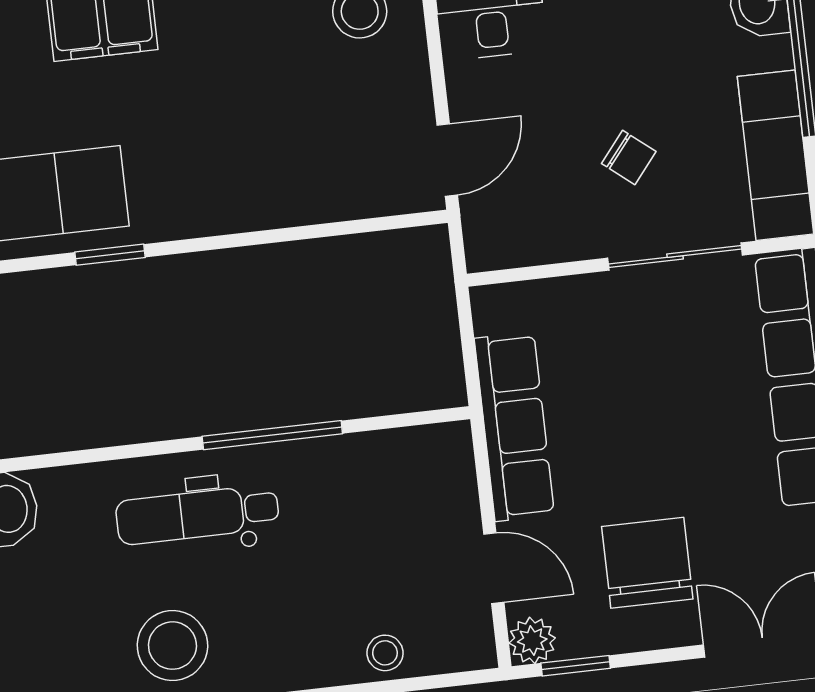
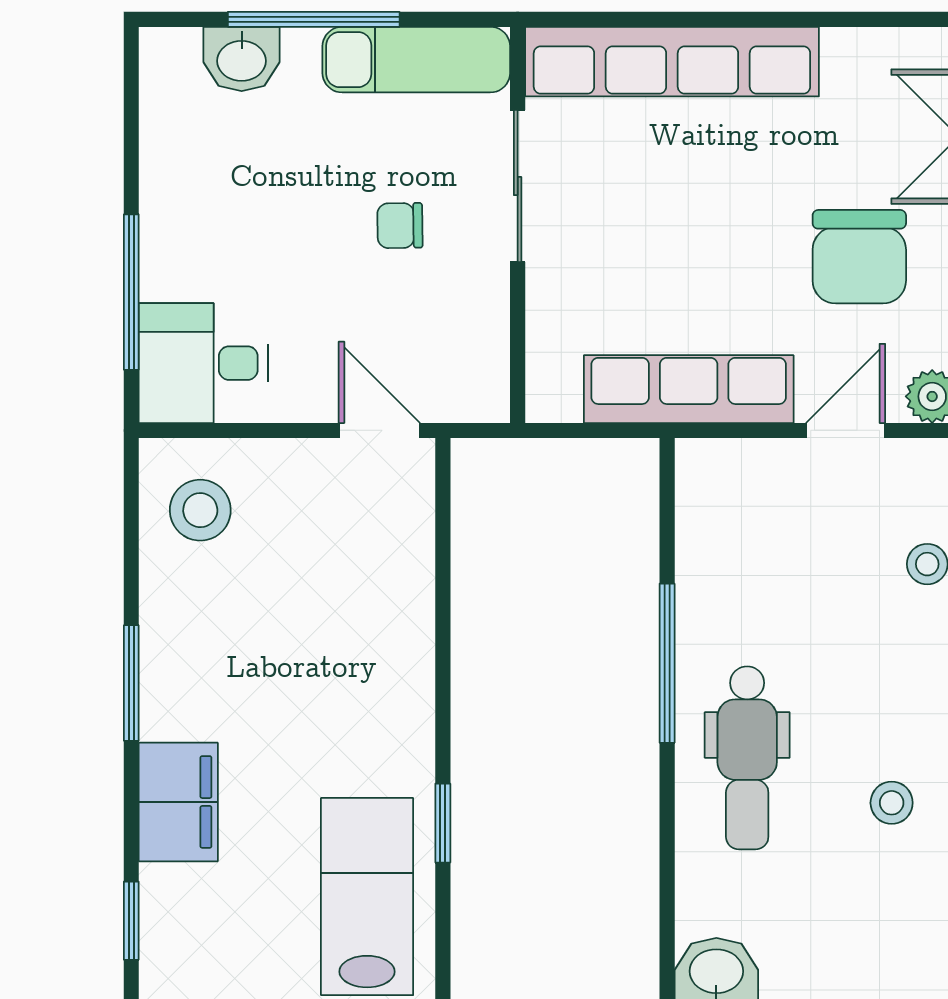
chair: (629, 158) -> (400, 226), turned -130
chair: (647, 563) -> (859, 257), turned -90
stool: (172, 646) -> (892, 803), width x0.53, depth x0.53

